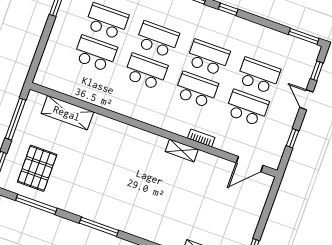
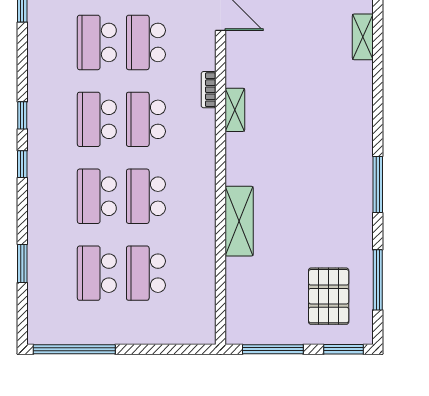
shelving: (67, 113) -> (239, 221), moved
pallet: (37, 168) -> (329, 296), turned 90

